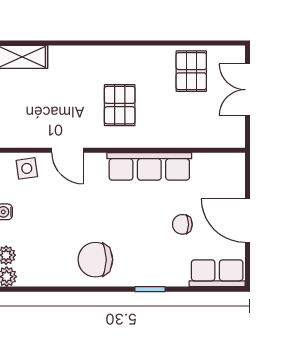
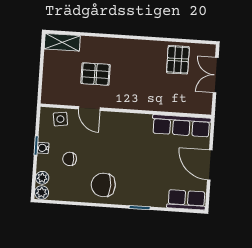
pallet: (120, 105) -> (96, 74), moved, turned 90
row of seats: (149, 166) -> (181, 126), moved
chair: (182, 224) -> (70, 159), moved

